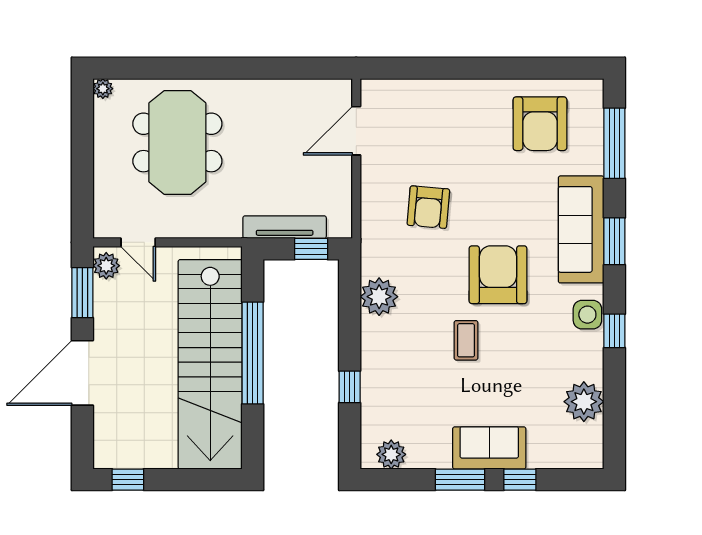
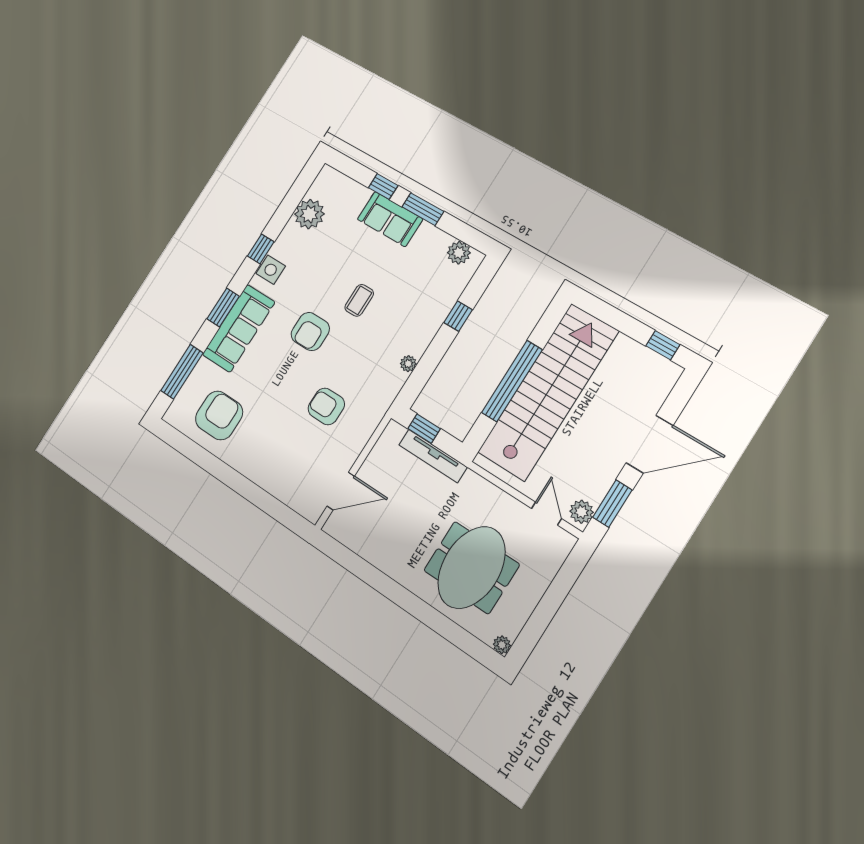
armchair: (428, 207) -> (326, 406), turned -95
armchair: (498, 275) -> (310, 332), width x0.73, depth x0.73
plant: (379, 297) -> (408, 364), width x0.53, depth x0.53

